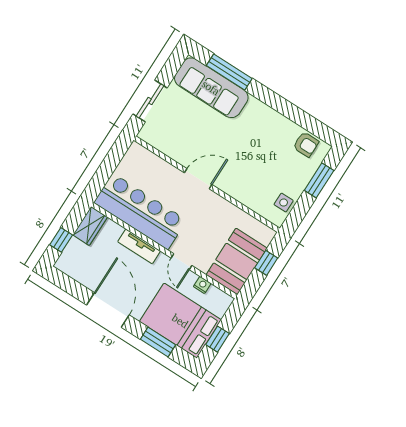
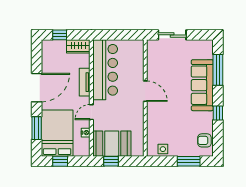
sofa: (211, 88) -> (202, 85), moved
window: (283, 106) -> (218, 113), added
armchair: (306, 144) -> (204, 140), turned 90
window: (266, 263) -> (111, 161), moved

